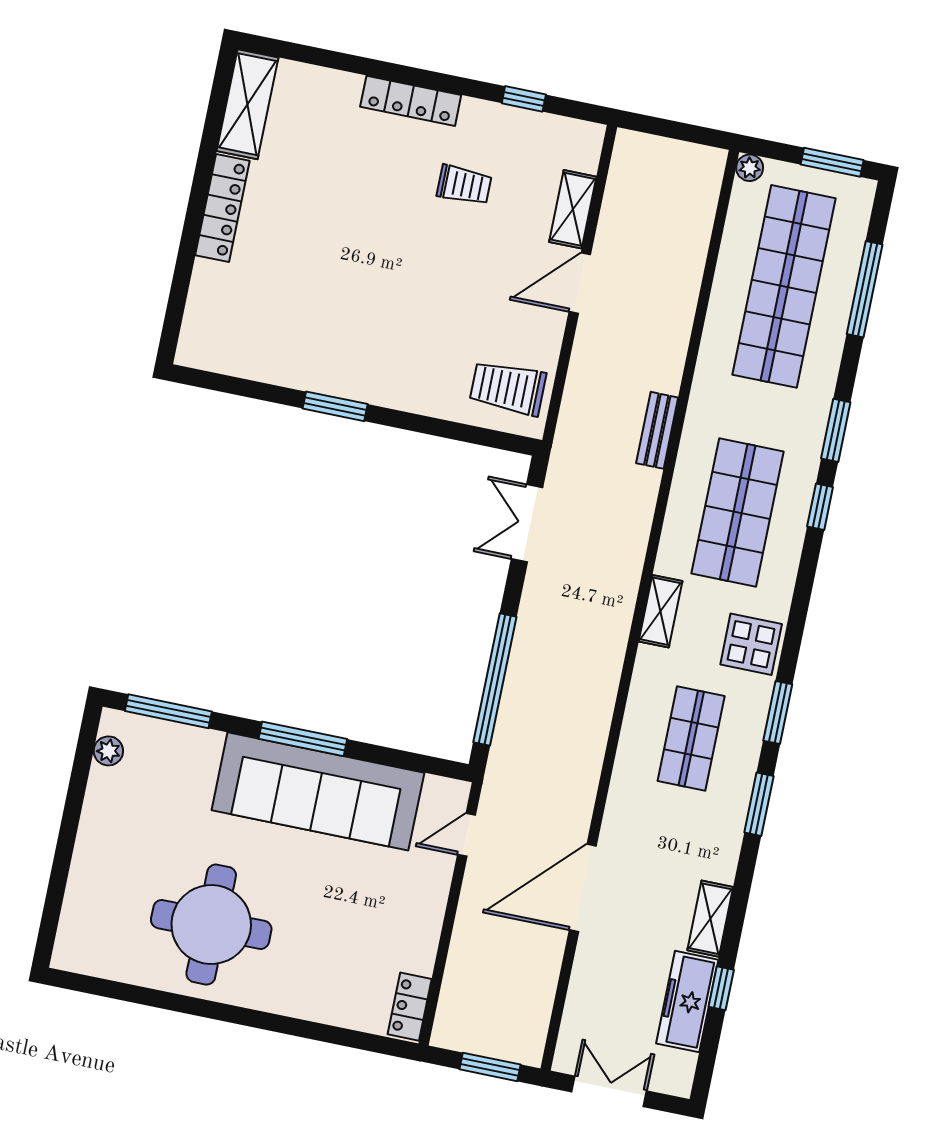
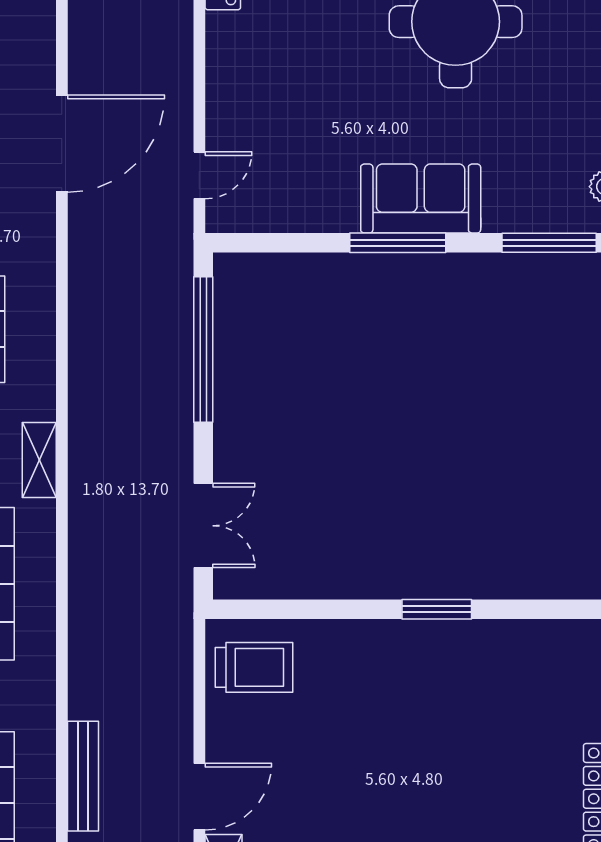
bench: (657, 430) -> (83, 776), moved, width x1.36
sofa: (318, 791) -> (421, 199), width x0.54, depth x0.79

